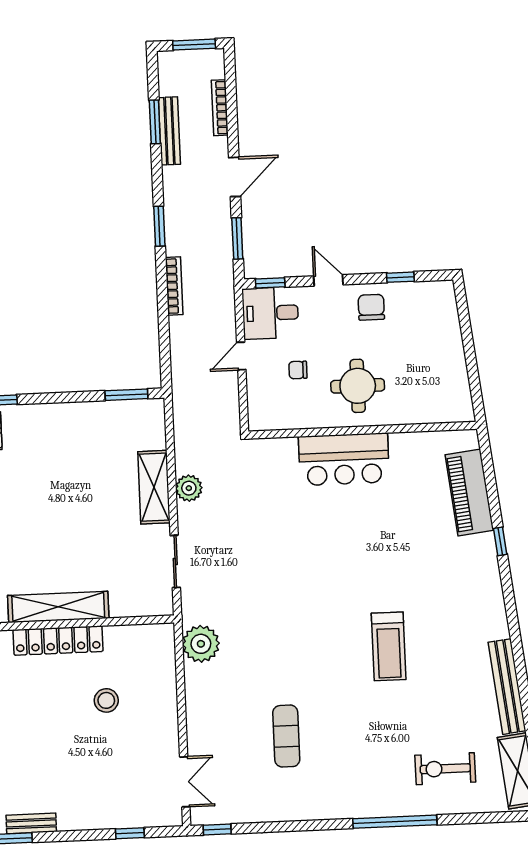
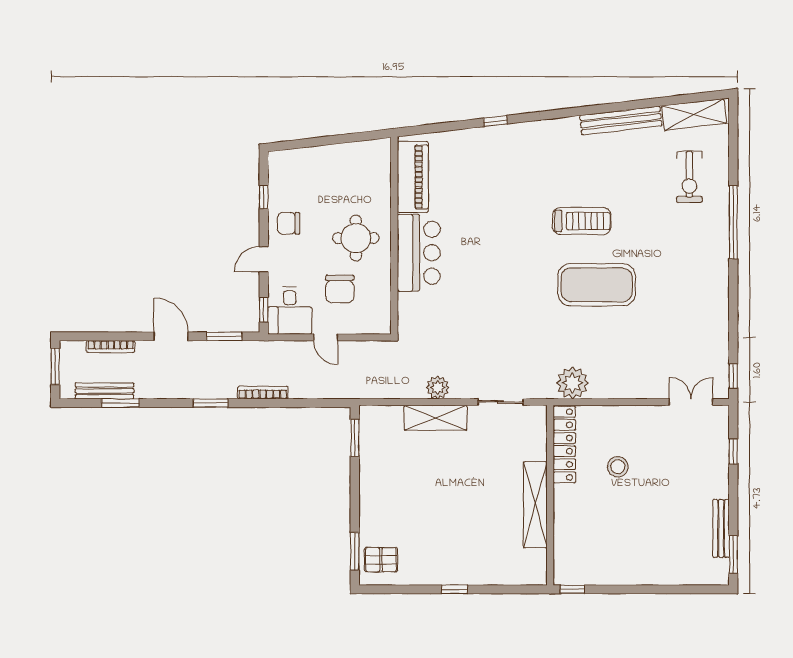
bench: (169, 131) -> (104, 391), moved
chair: (298, 370) -> (340, 289), width x1.87, depth x1.87
piano: (469, 493) -> (413, 177), moved, turned -83
locker: (58, 641) -> (564, 445), moved
exercise mat: (286, 736) -> (597, 285), moved, width x2.00, depth x1.45
bench: (31, 823) -> (721, 528), width x1.36

